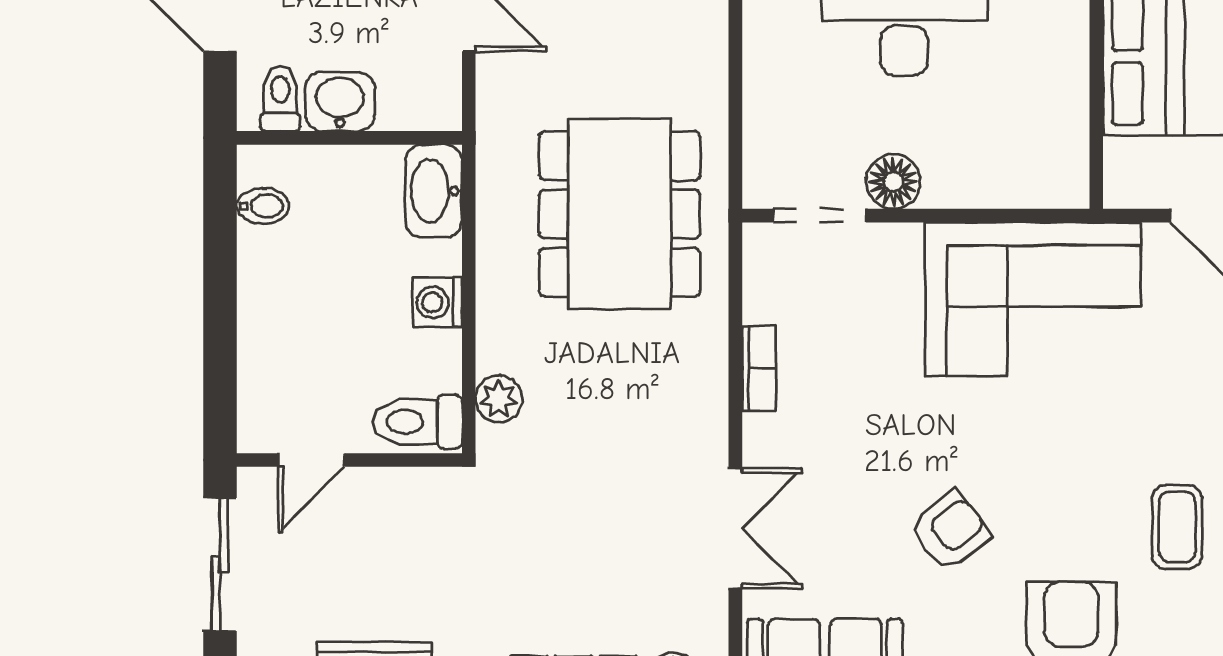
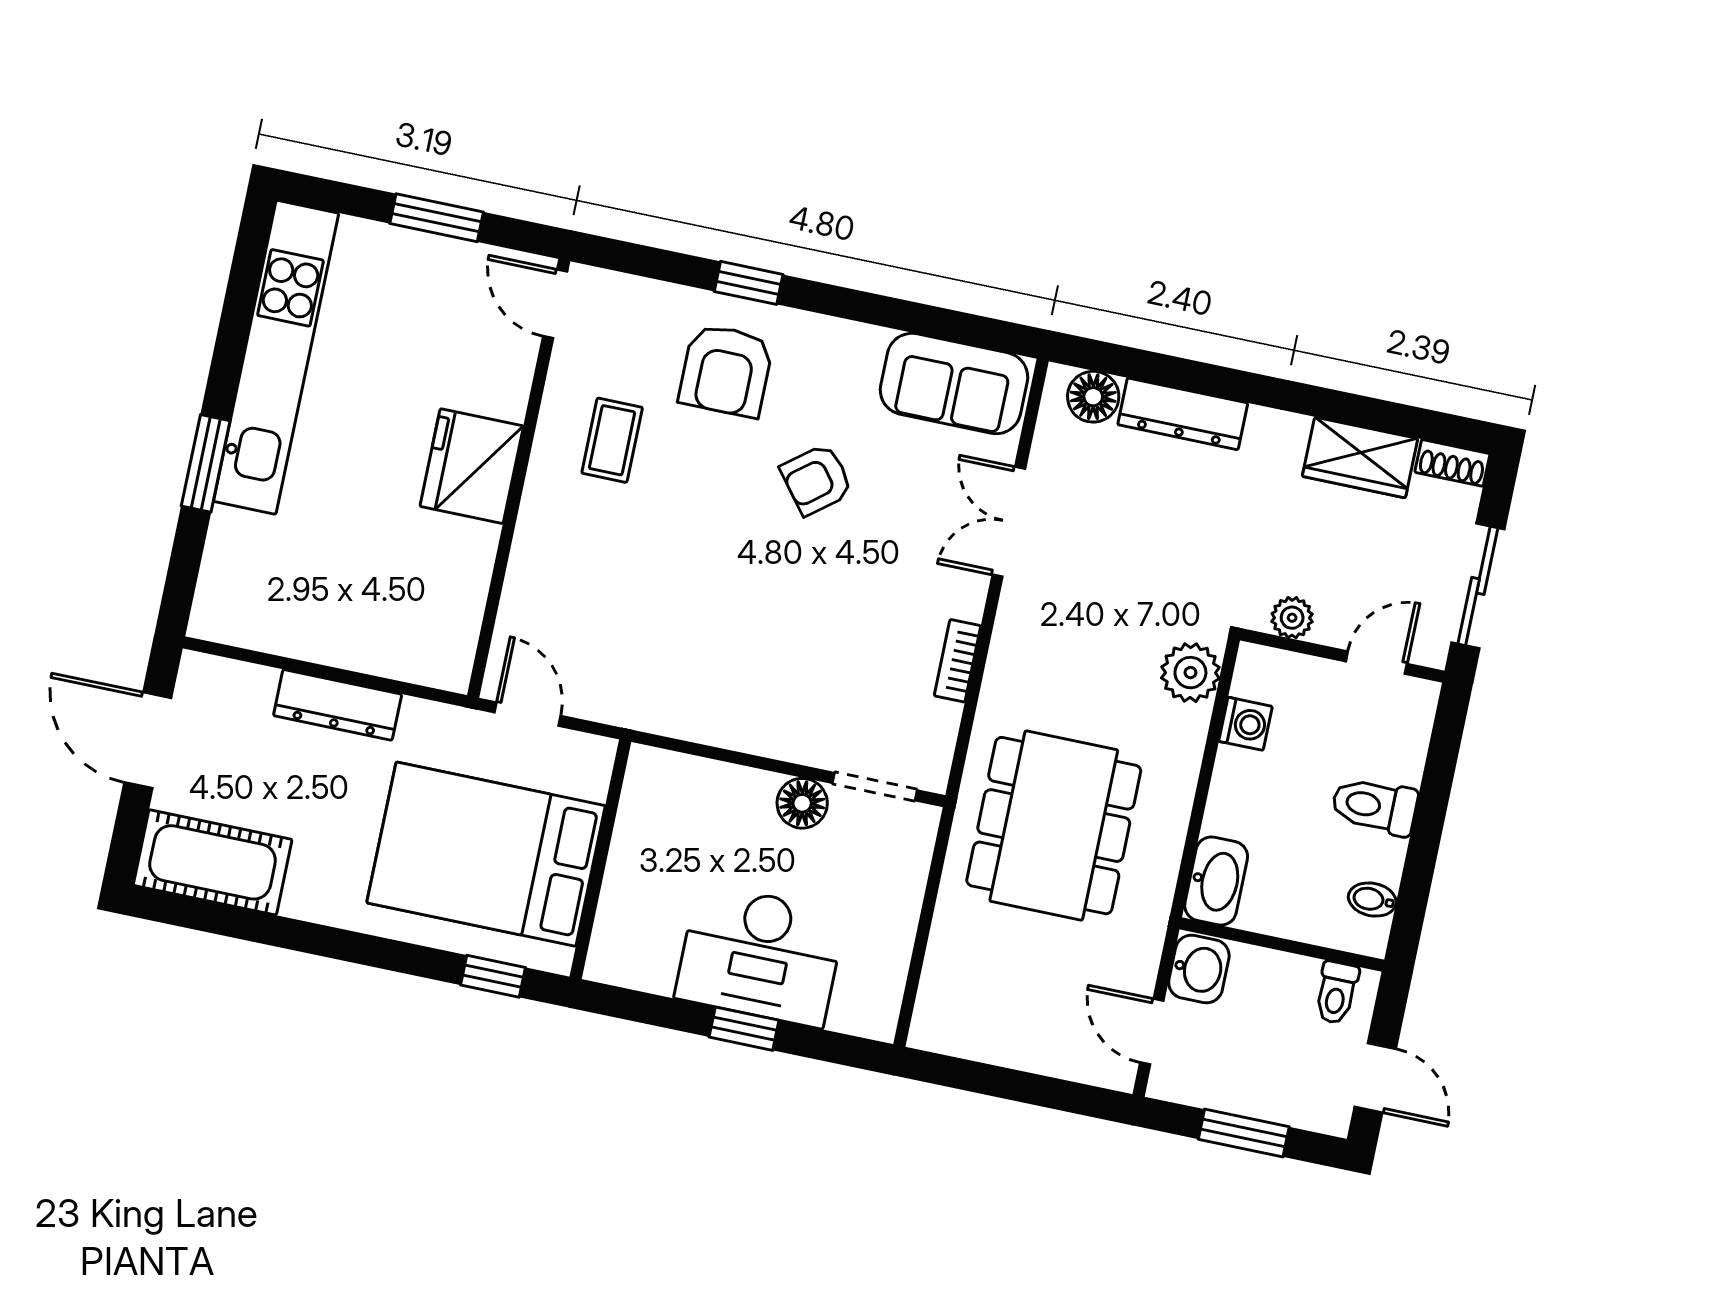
washbasin: (340, 102) -> (1199, 969), moved, turned -90
corner sofa: (1033, 299) -> (699, 672), removed
washing machine: (437, 302) -> (1246, 724), moved
plant: (499, 399) -> (1190, 673), width x1.38, depth x1.38
toilet: (417, 422) -> (1375, 806), moved, turned 180
plant: (411, 489) -> (1292, 618), added

